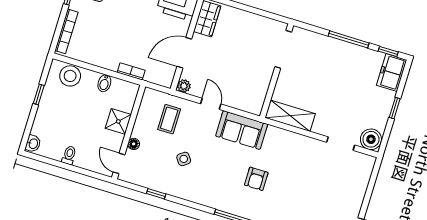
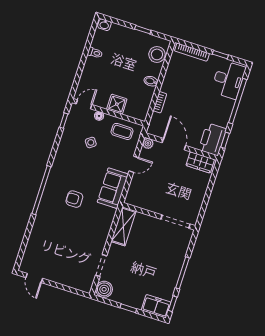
shower: (118, 121) -> (117, 104), moved
wall: (129, 132) -> (108, 112), moved
floor lamp: (134, 144) -> (99, 116), moved
door: (119, 163) -> (84, 104), moved

